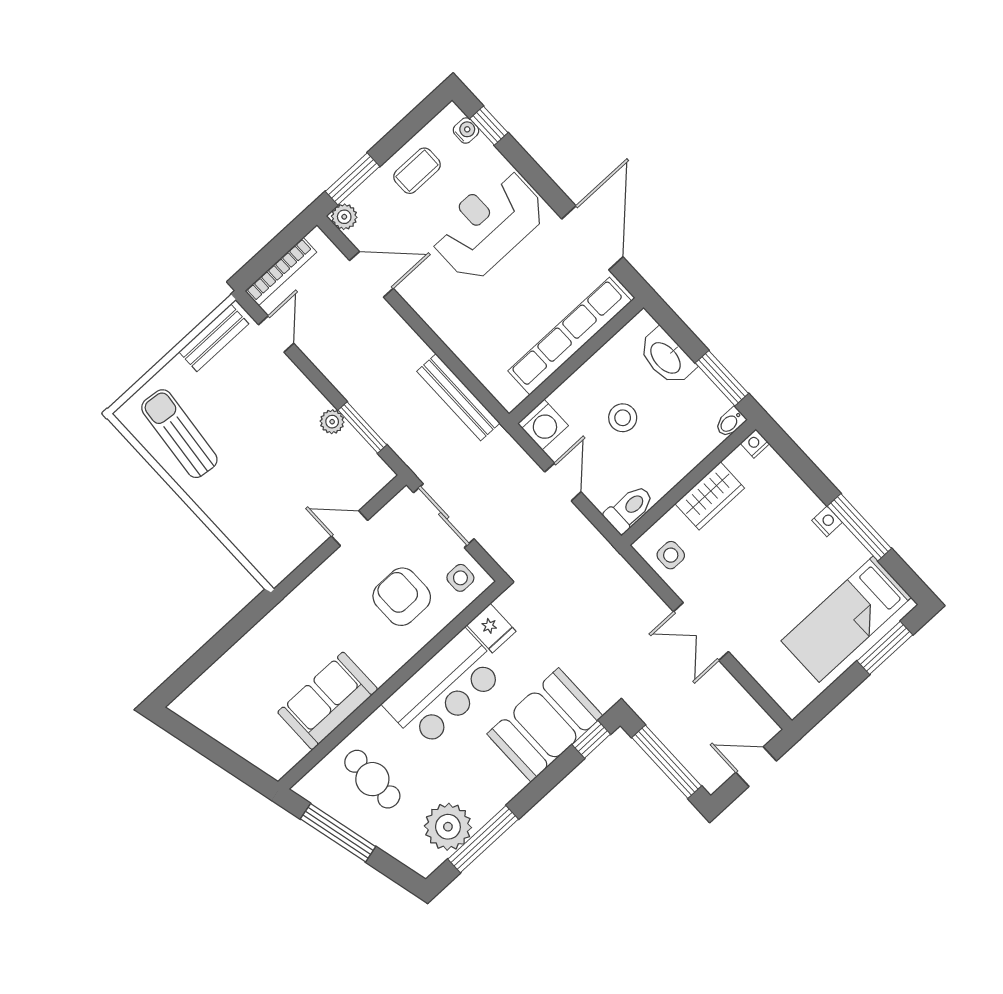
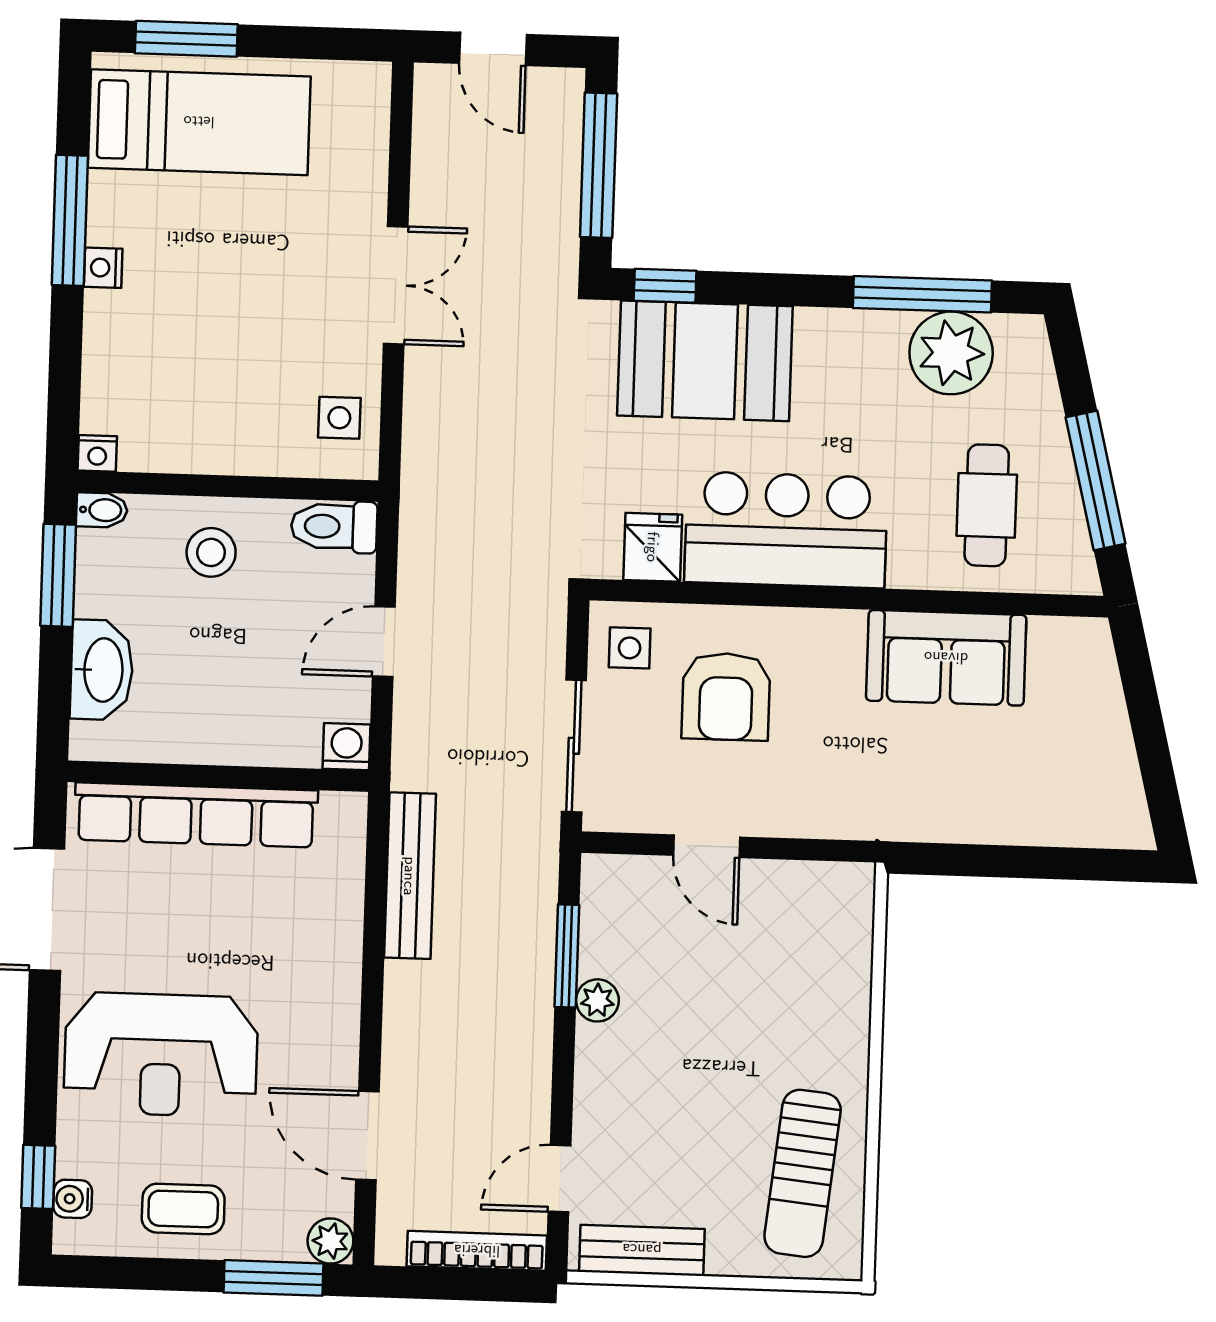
stool: (623, 418) -> (211, 552), moved
washing machine: (543, 425) -> (347, 747), width x0.73, depth x0.73
wardrobe: (710, 496) -> (218, 444), removed

